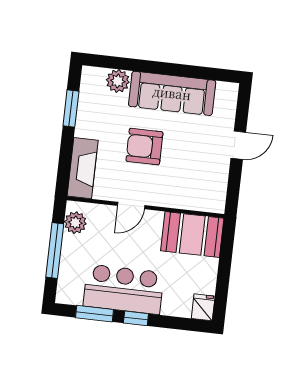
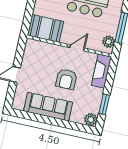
plant: (118, 81) -> (91, 120), moved
armchair: (144, 147) -> (66, 79), turned 90

